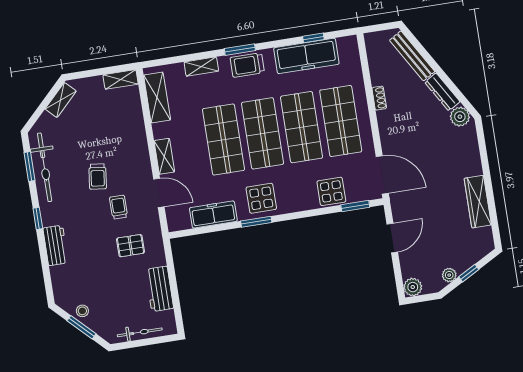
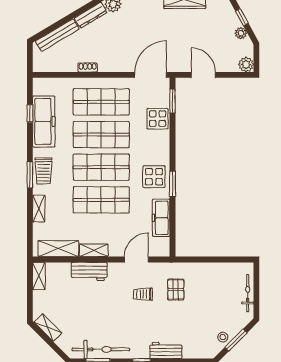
shelving: (164, 156) -> (94, 250), moved
trolley: (98, 177) -> (115, 307), removed
workbench: (159, 289) -> (89, 271), moved

